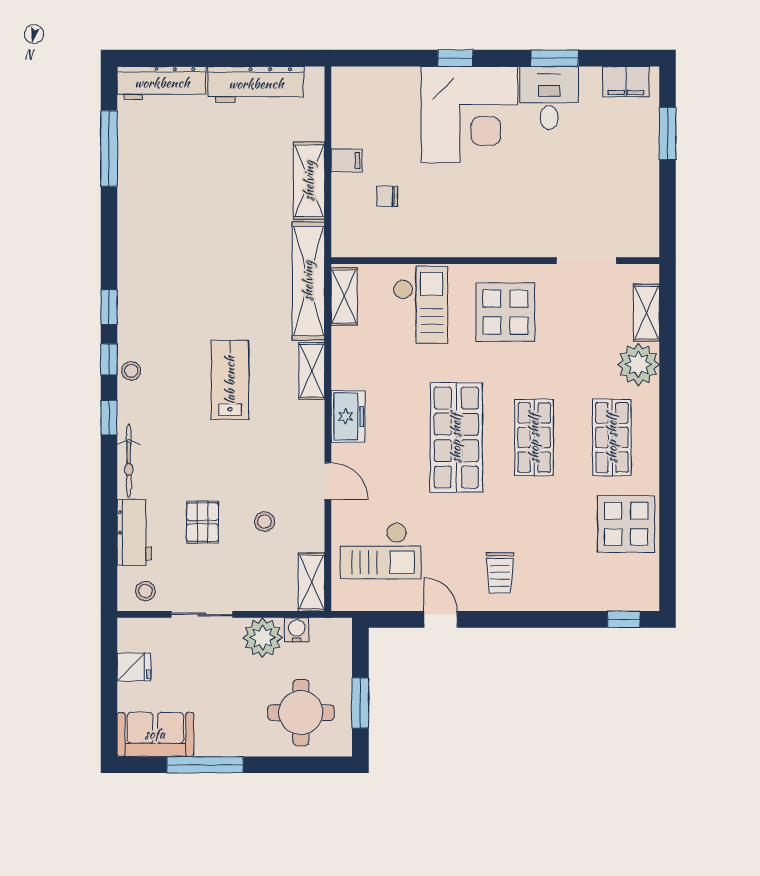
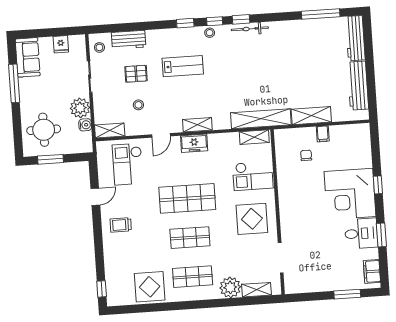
shelving: (312, 371) -> (197, 125), moved
lab bench: (230, 380) -> (183, 66), moved
bicycle: (129, 461) -> (250, 29), moved

